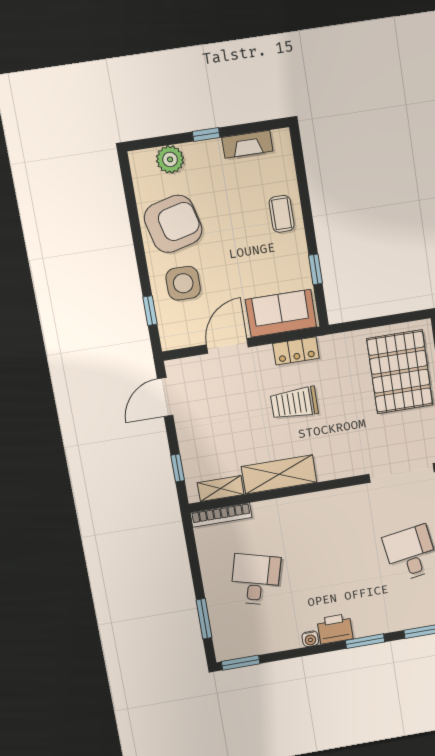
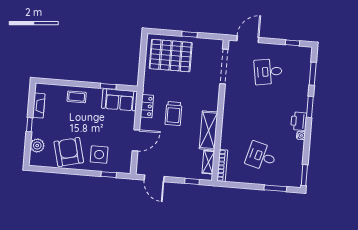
sofa: (281, 313) -> (119, 100), moved, turned -90
door: (227, 346) -> (136, 140), swing flipped

